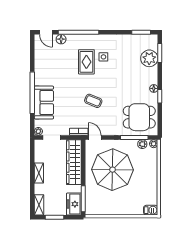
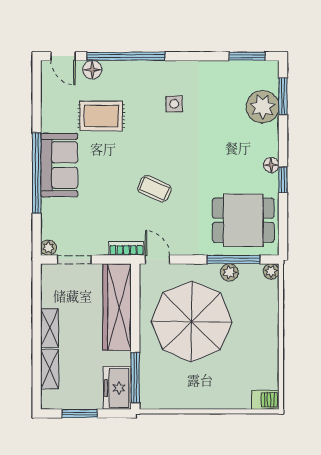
rug: (86, 62) -> (101, 116), moved, turned 90
sofa: (44, 103) -> (59, 165), moved
plant: (142, 144) -> (229, 272), moved
shelving: (39, 205) -> (50, 369), moved

